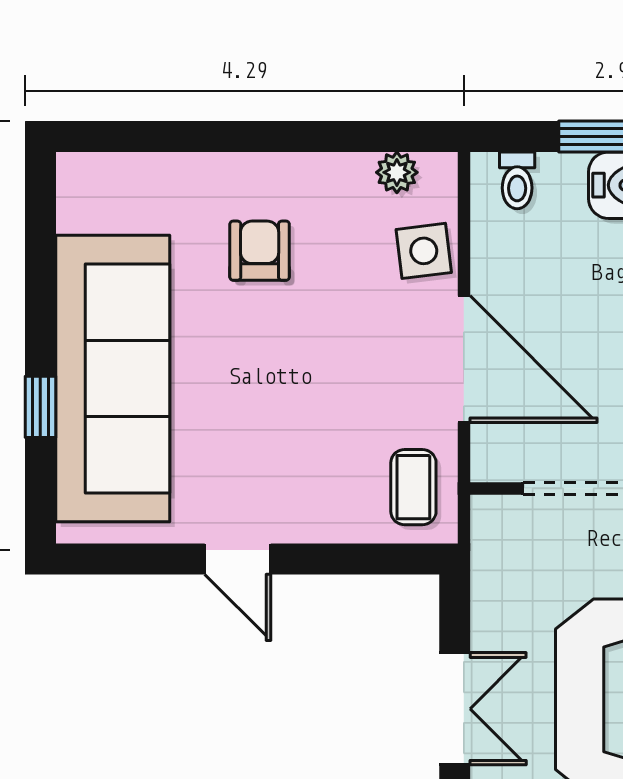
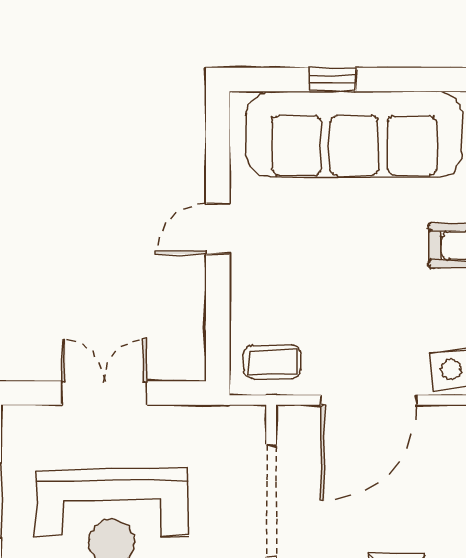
double door: (455, 709) -> (104, 393), swing flipped

